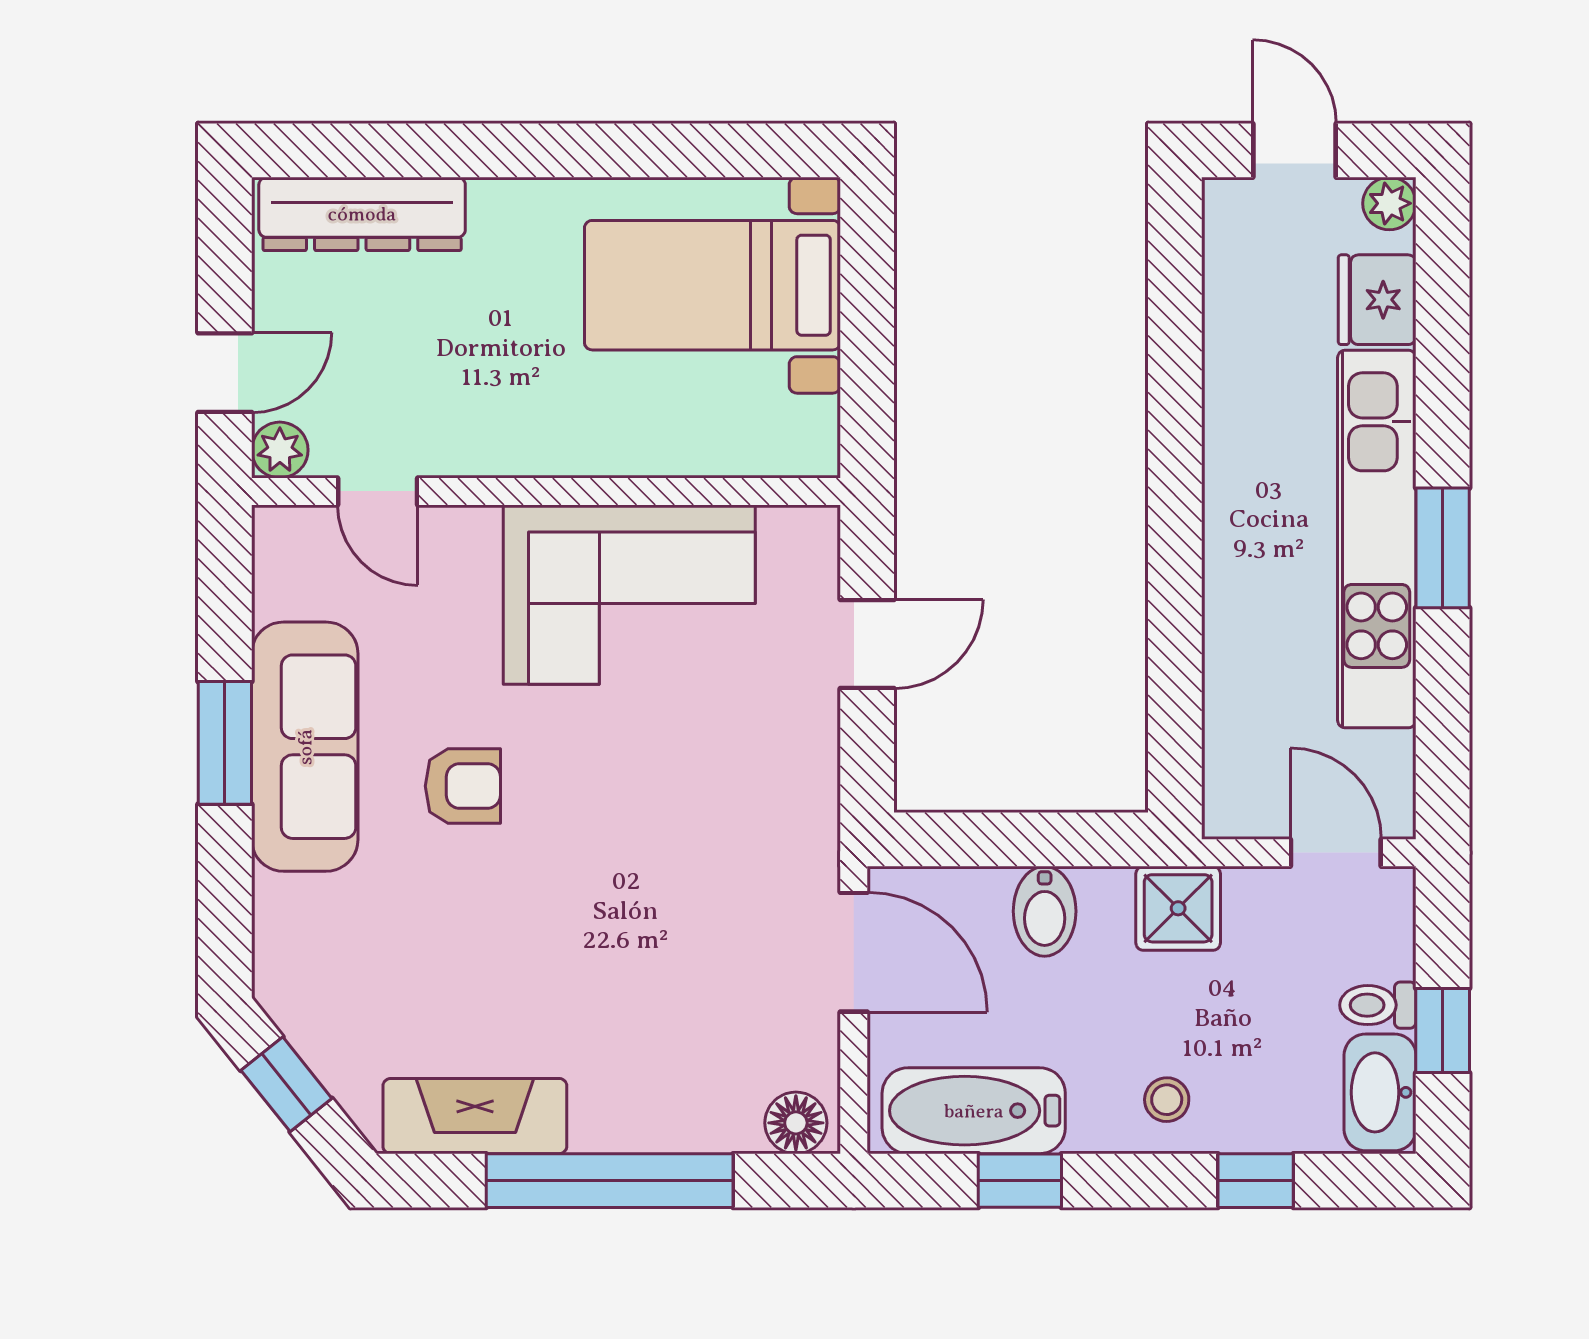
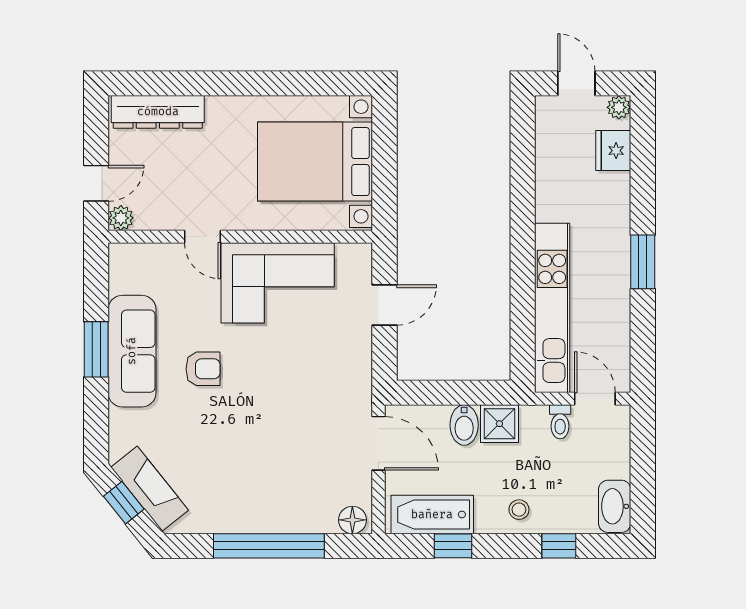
bed with nightstands: (712, 285) -> (315, 162), width x1.36
door: (378, 491) -> (203, 237), moved
kitchen unit: (1377, 539) -> (552, 308), moved, turned 180
shower: (1178, 908) -> (499, 424), moved
toilet: (1378, 1005) -> (560, 422), moved, turned -90
window: (1443, 1030) -> (643, 479), removed
fireplace: (475, 1116) -> (150, 489), moved, turned 51

